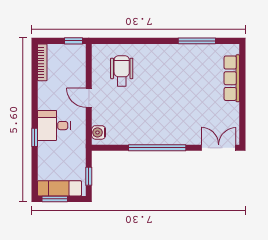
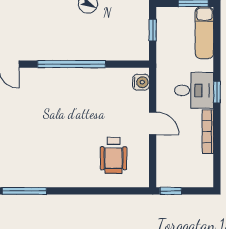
bookcase: (42, 62) -> (208, 132), moved
window: (35, 137) -> (217, 92), moved
exam couch: (59, 188) -> (204, 33), moved, turned 90

